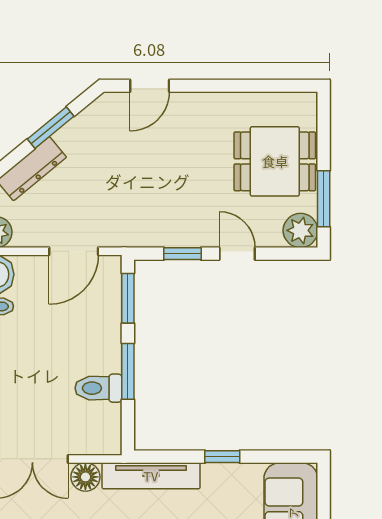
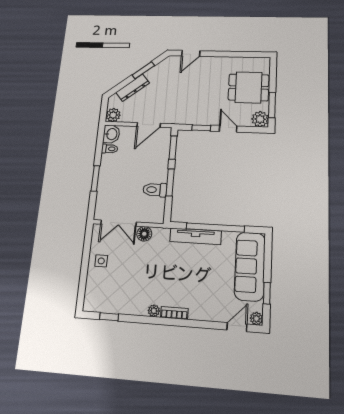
window: (222, 457) -> (215, 228), width x3.17
tv unit: (151, 476) -> (196, 236), moved

